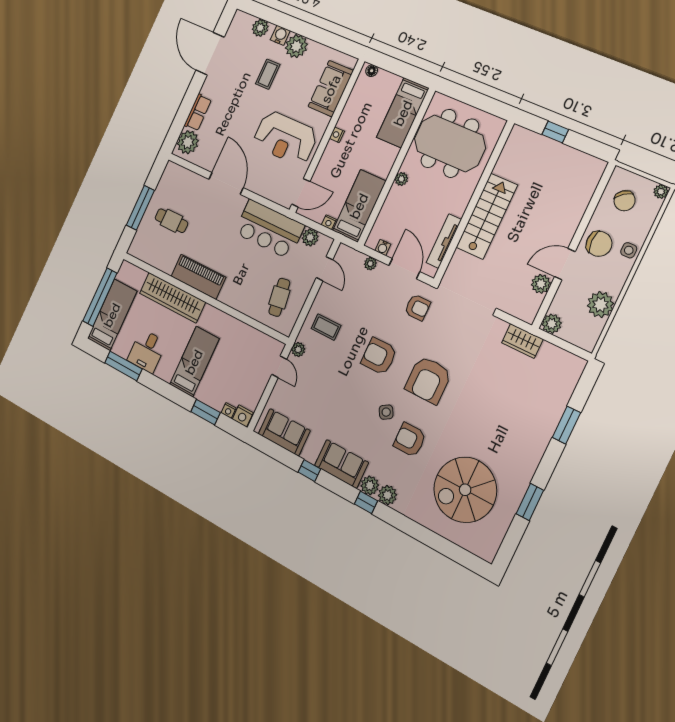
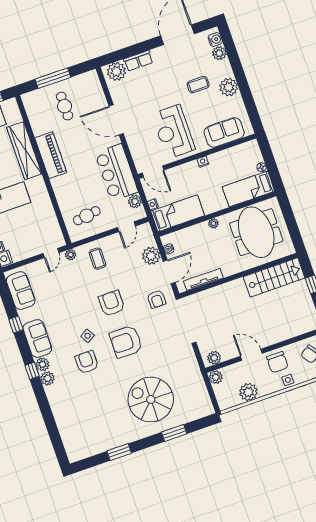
water cooler: (280, 35) -> (215, 39), moved
floor lamp: (372, 71) -> (262, 167), moved
door: (226, 184) -> (116, 120), swing flipped
stairs: (487, 216) -> (274, 277), moved
plant: (370, 264) -> (151, 256), width x1.88, depth x1.88
plant: (541, 284) -> (214, 358), moved
wardrobe: (522, 341) -> (193, 371), removed
spiral stairs: (465, 490) -> (151, 400), moved

